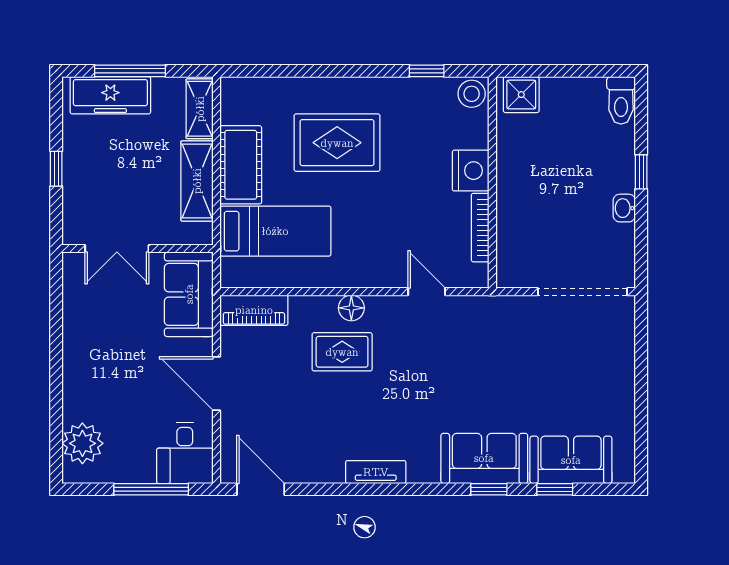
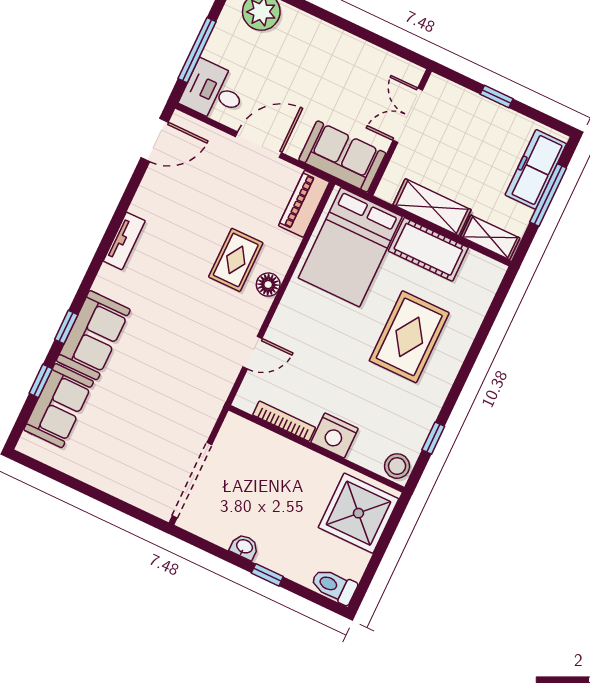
shower: (521, 95) -> (358, 513), width x1.86, depth x1.86
bed: (275, 231) -> (350, 247), width x1.50

